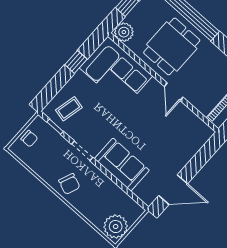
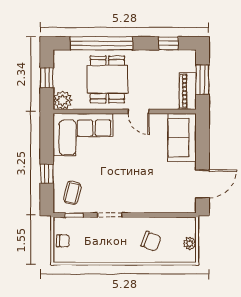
window: (76, 62) -> (47, 174), moved
sofa: (122, 165) -> (182, 138), moved, turned -90
chair: (69, 184) -> (151, 241), moved
plant: (116, 227) -> (190, 243), width x0.53, depth x0.53

